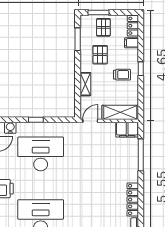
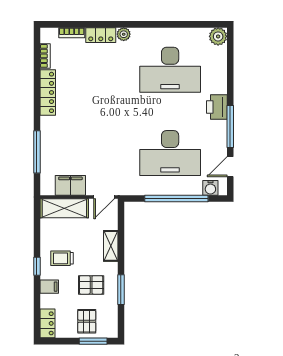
window: (78, 39) -> (121, 290), moved
filing cabinet: (132, 43) -> (49, 287), moved
pallet: (100, 55) -> (91, 285), turned 90
window: (36, 120) -> (176, 199), width x3.17
filing cabinet: (127, 130) -> (70, 185), moved

